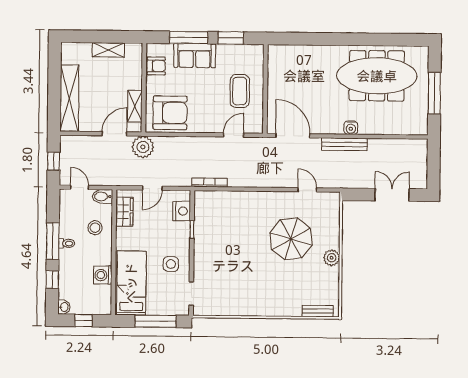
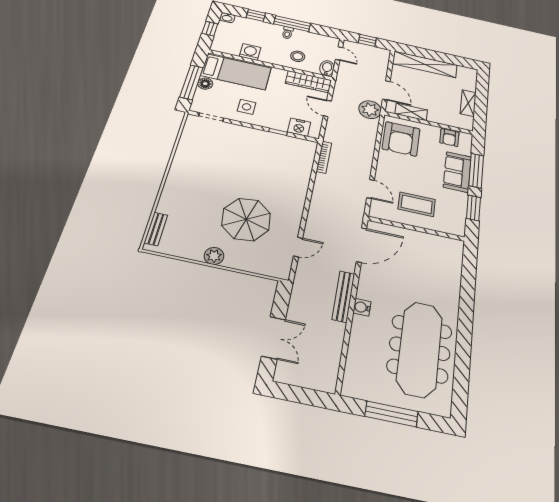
door: (80, 187) -> (339, 54), hinge flipped
wardrobe: (124, 212) -> (308, 82), width x1.50
floor lamp: (154, 308) -> (205, 84), added

